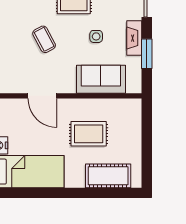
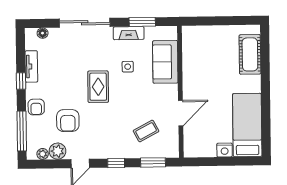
coffee table: (44, 39) -> (146, 131), moved
rug: (89, 134) -> (213, 72), removed

